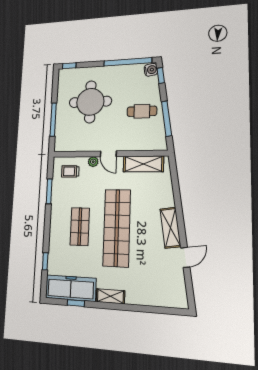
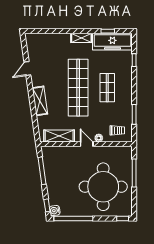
round table: (90, 102) -> (103, 187), width x1.36, depth x1.36
cafe table: (142, 111) -> (61, 177), removed
shelving: (170, 228) -> (40, 101), moved

